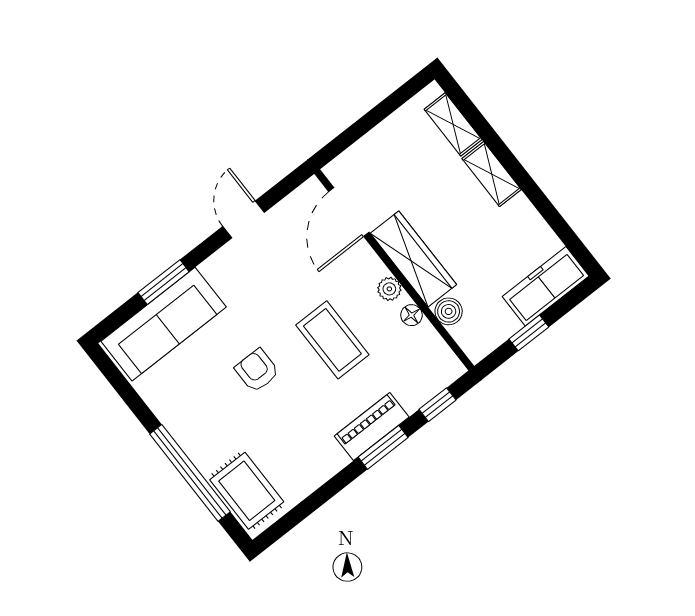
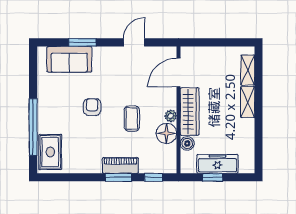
freezer: (546, 286) -> (218, 164), moved
floor lamp: (411, 315) -> (166, 133), width x1.89, depth x1.89
sofa: (164, 324) -> (69, 59), width x0.73
coffee table: (332, 340) -> (132, 118), width x0.73, depth x0.77

